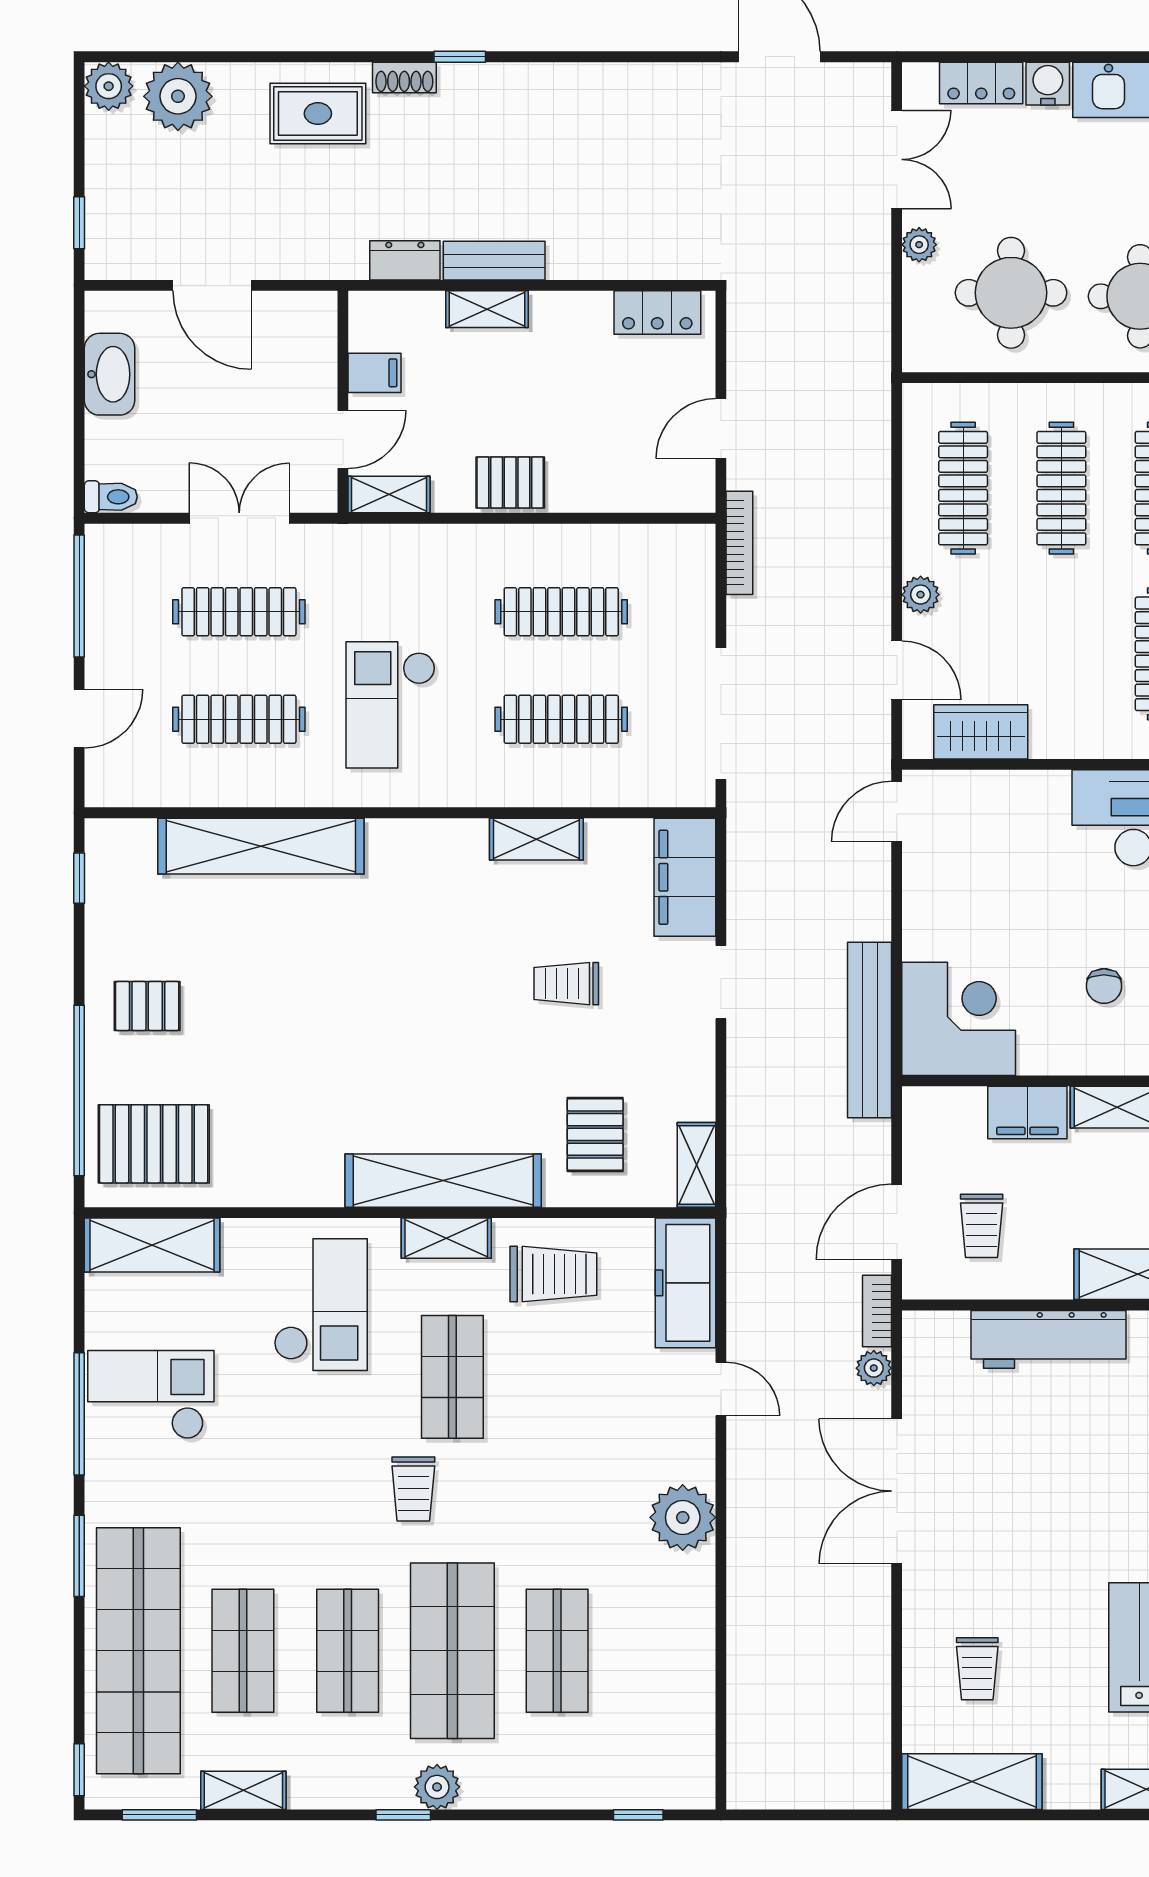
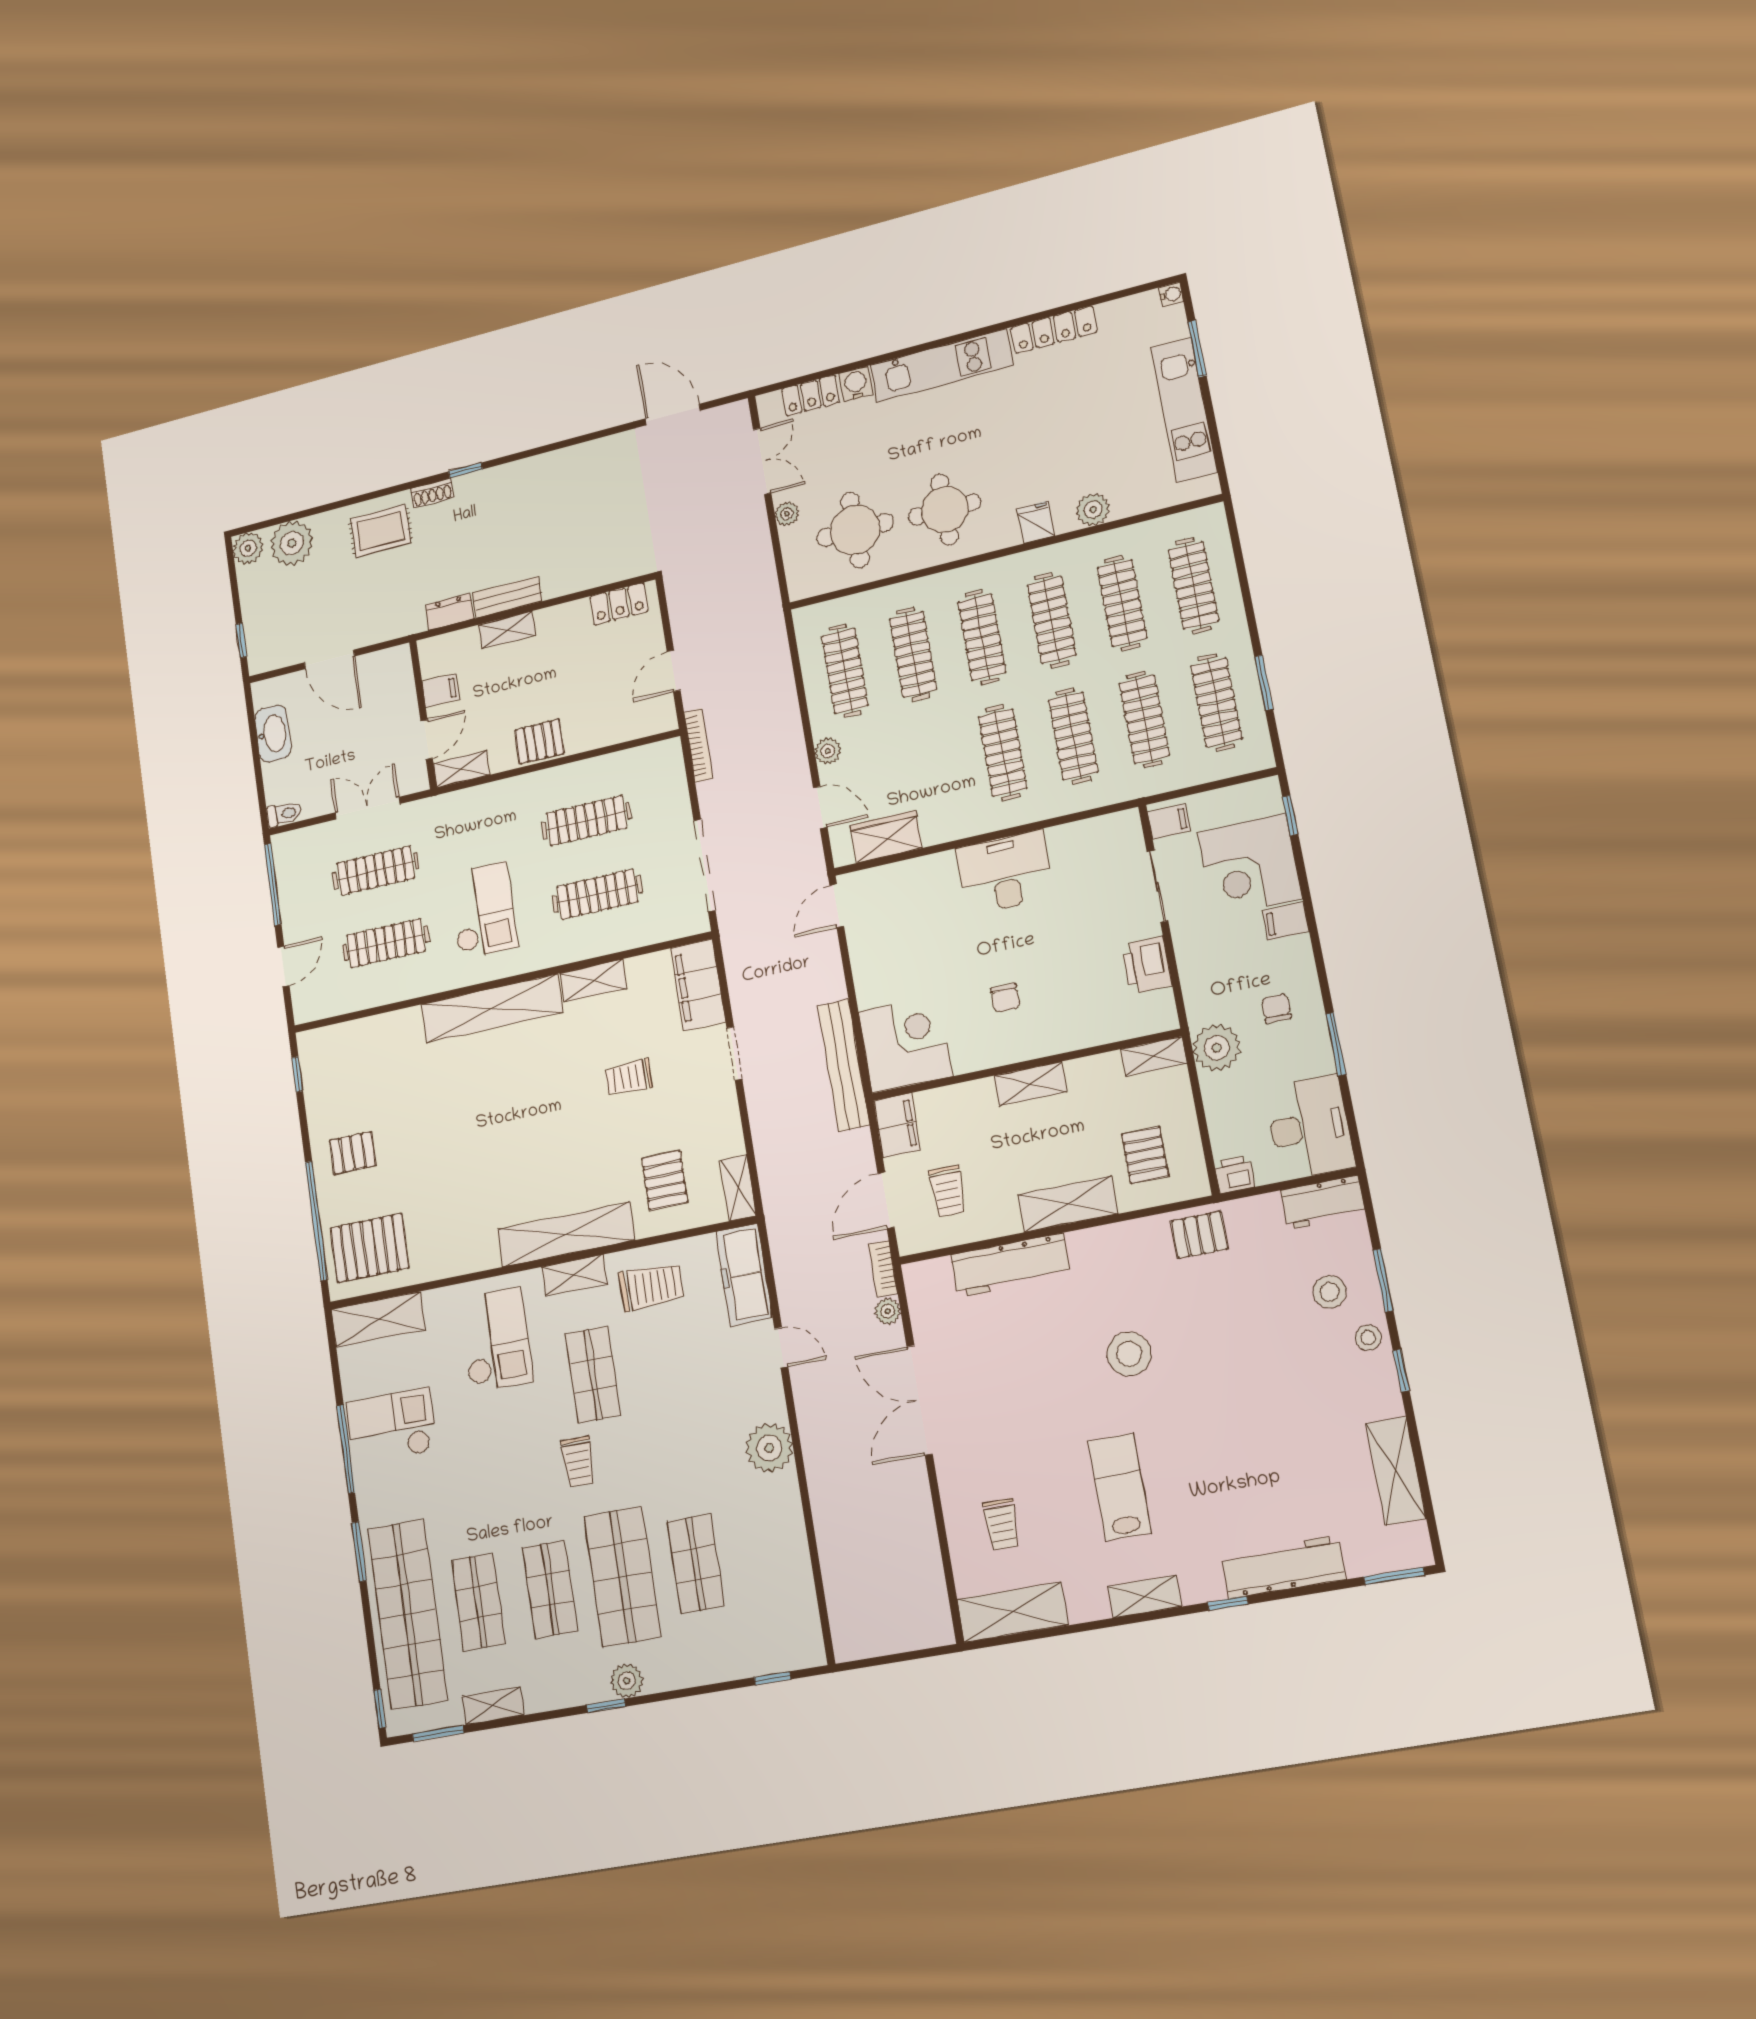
checkout: (391, 705) -> (483, 911), turned 180
shelving: (261, 846) -> (492, 1008), moved
filing cabinet: (1027, 1112) -> (897, 1126), moved, turned -90

